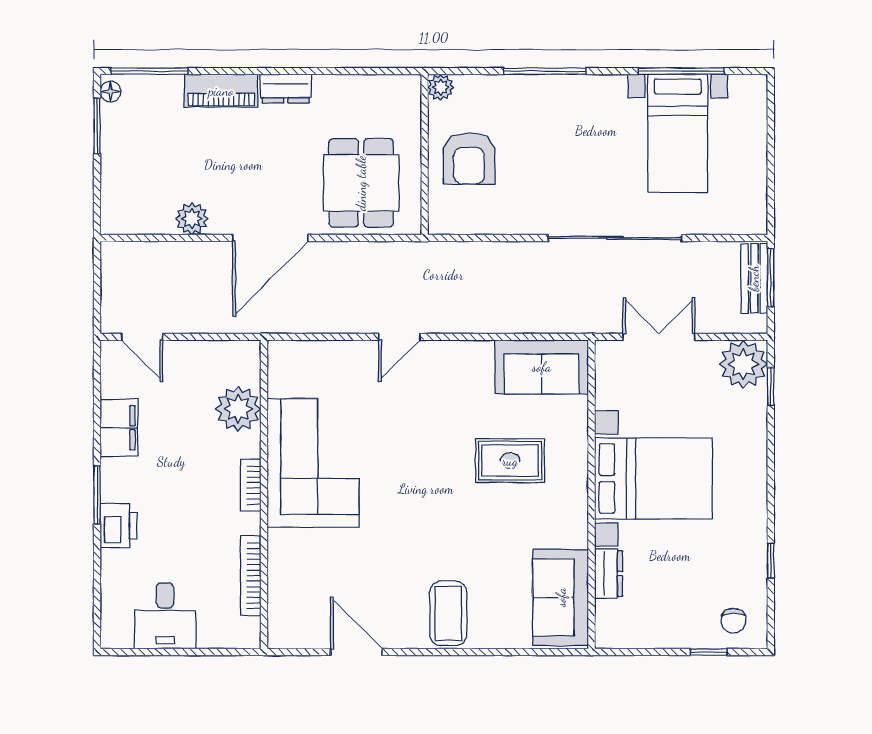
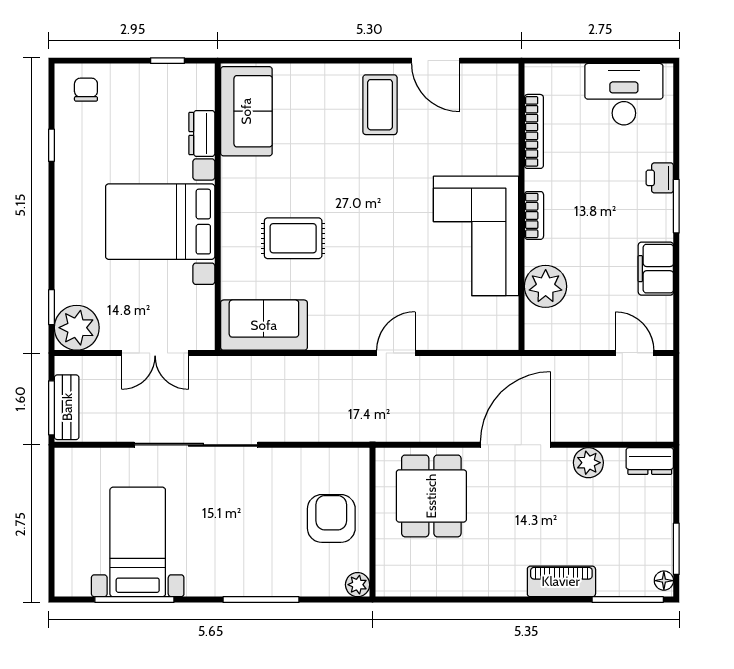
dresser: (286, 89) -> (650, 461), moved, turned 180
printer: (118, 526) -> (660, 178), width x0.73, depth x0.81
coffee table: (448, 613) -> (380, 105), moved
desk: (165, 616) -> (624, 94), width x1.37
window: (709, 652) -> (167, 61), moved

